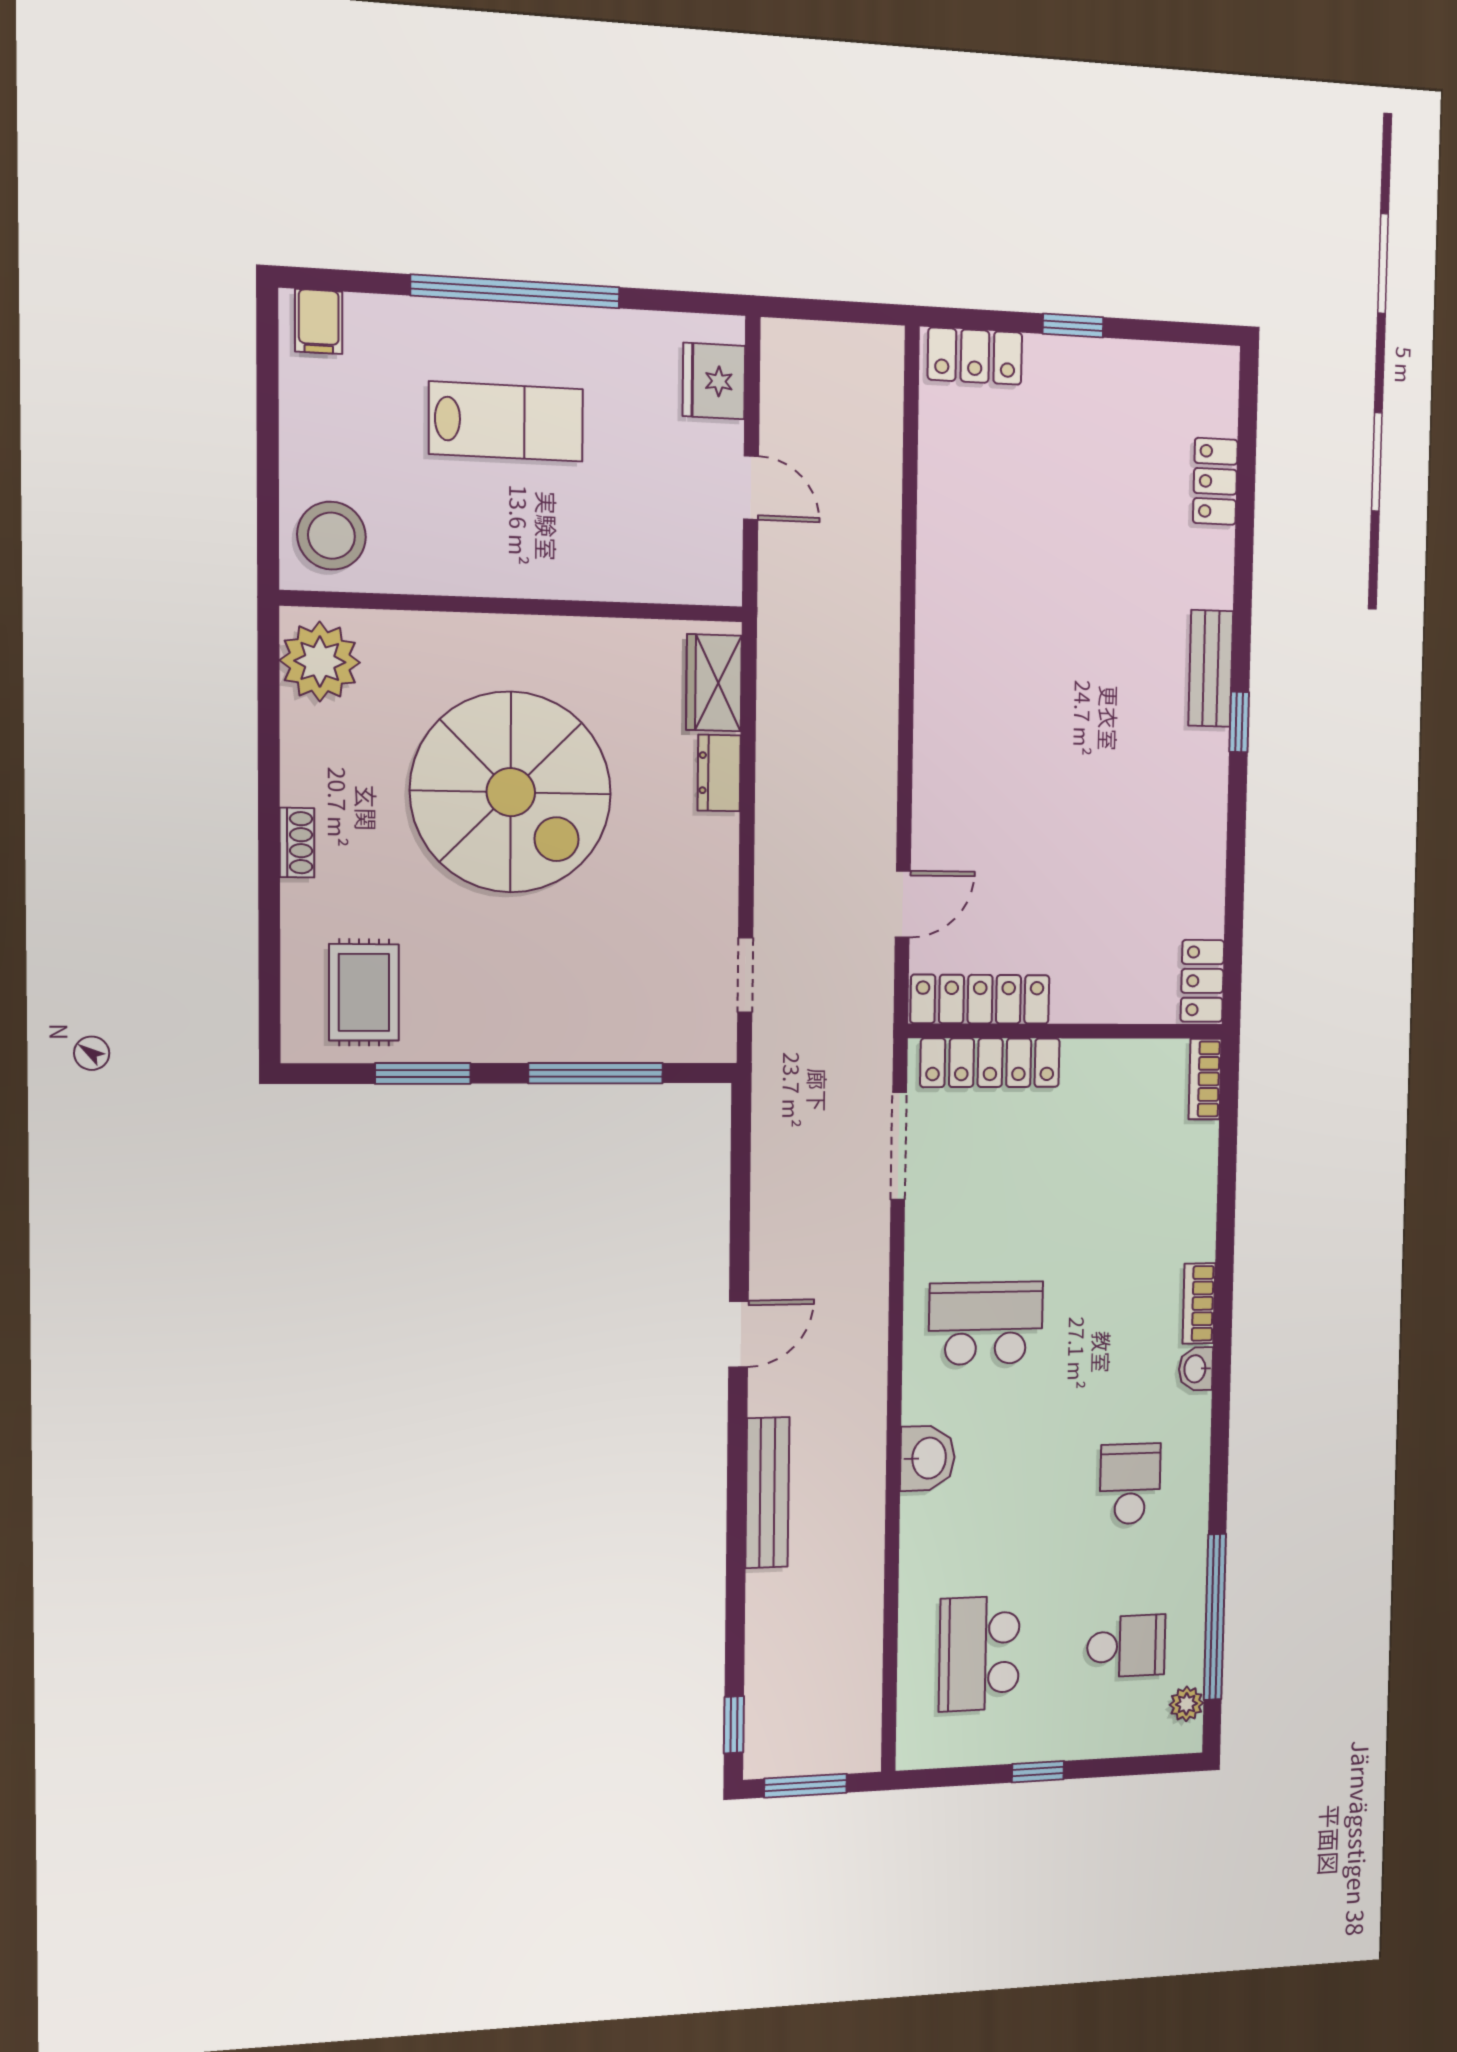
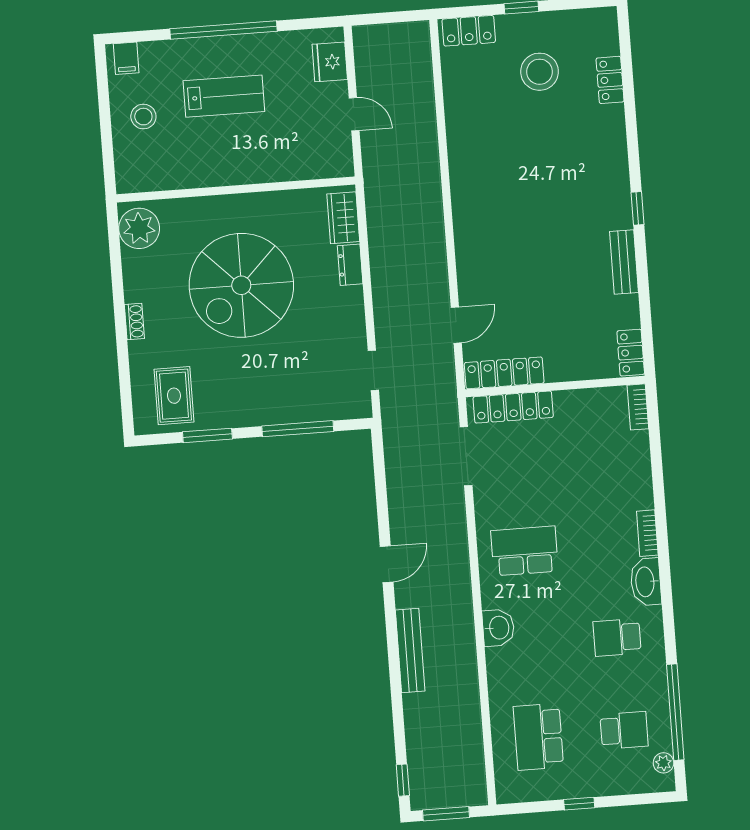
stool: (1094, 450) -> (540, 72), added
stool: (331, 536) -> (143, 117), moved, width x0.73, depth x0.73
bench: (1211, 668) -> (624, 262), moved
spiral stairs: (511, 792) -> (241, 285), turned 90
washbasin: (1196, 1369) -> (646, 582), width x1.91, depth x1.45
school desk: (1130, 1484) -> (617, 637), turned -90

